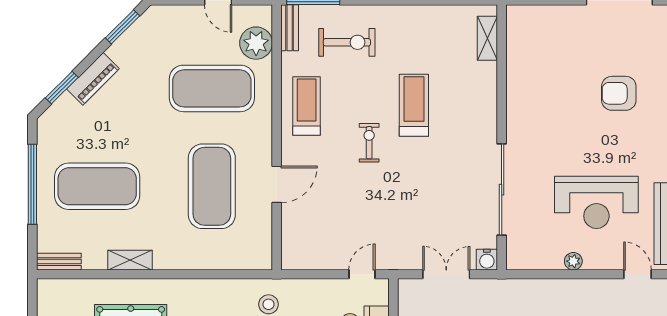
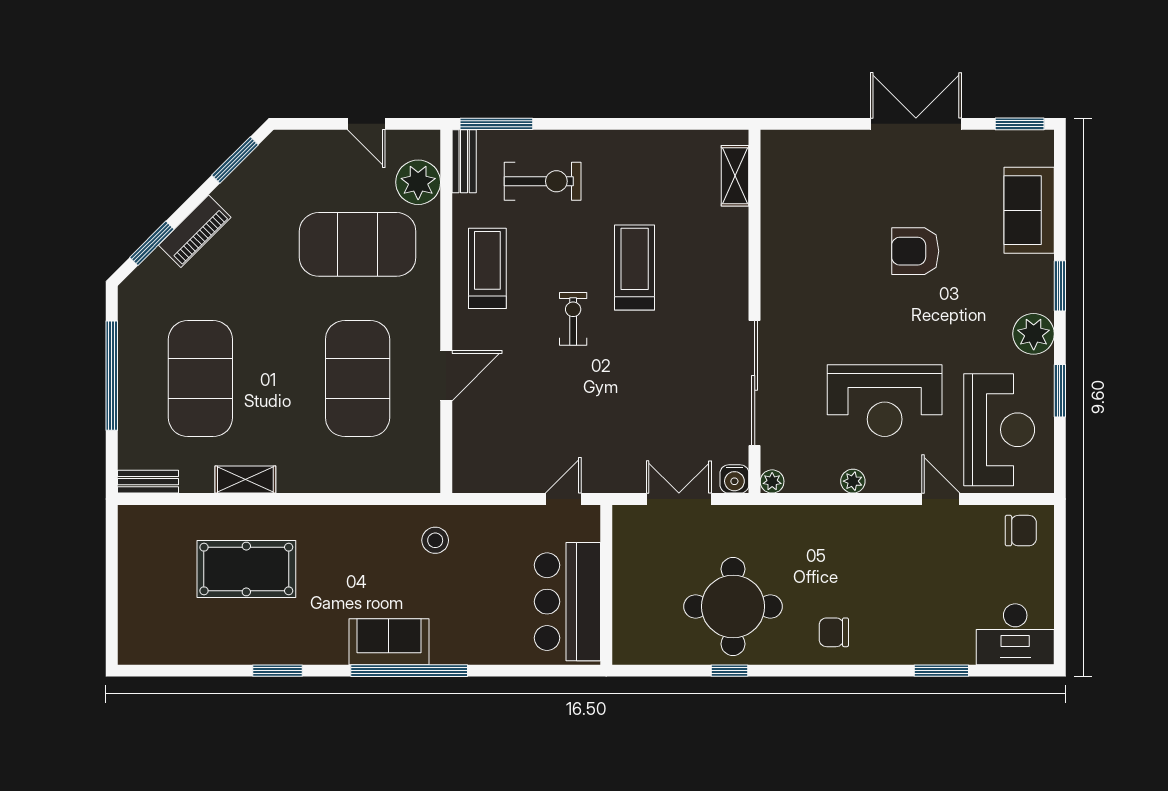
exercise mat: (97, 186) -> (200, 379), turned 90
plant: (514, 261) -> (772, 481), added

